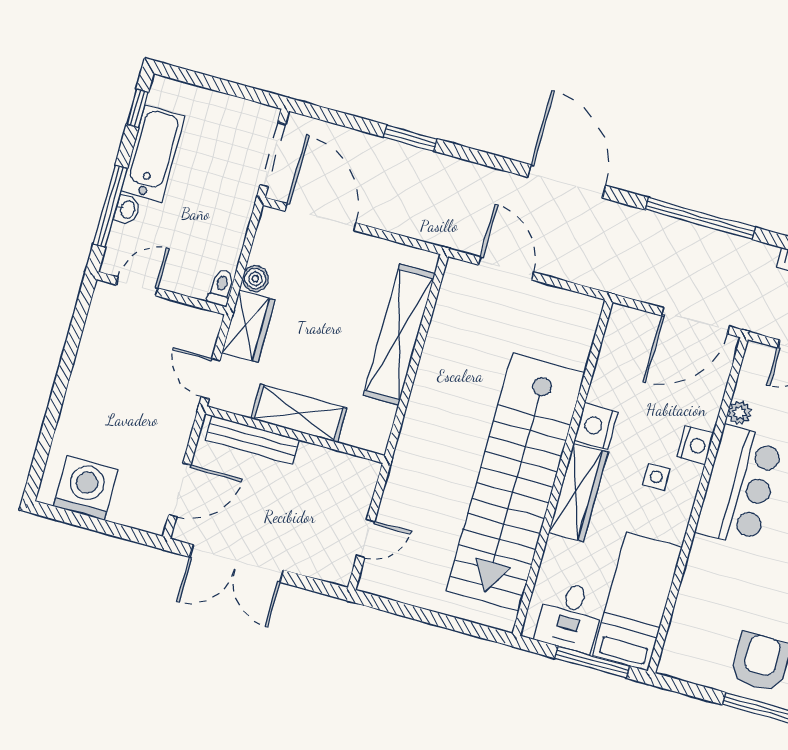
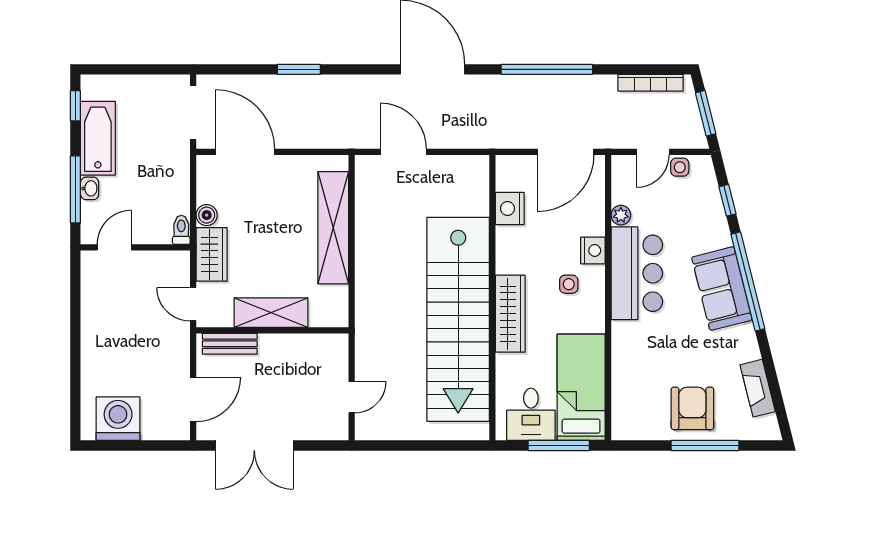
nightstand: (596, 426) -> (510, 208), moved
bench: (252, 440) -> (230, 344), width x0.73

